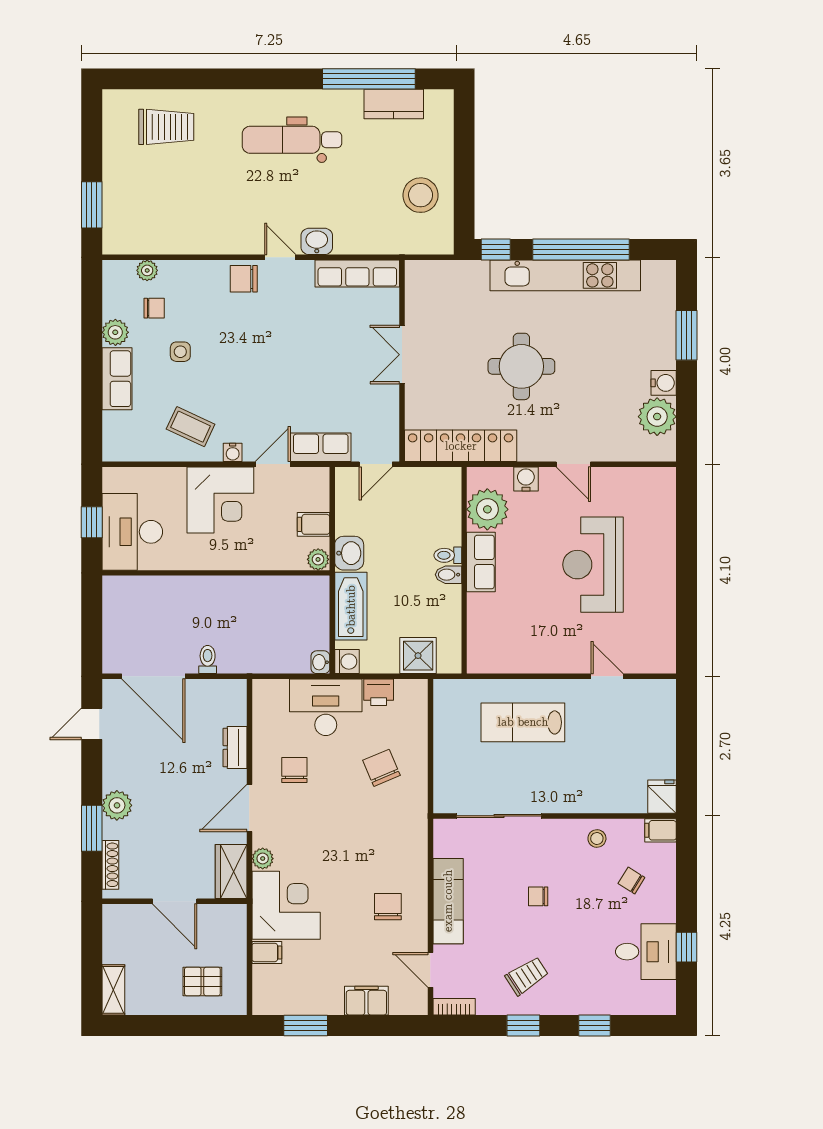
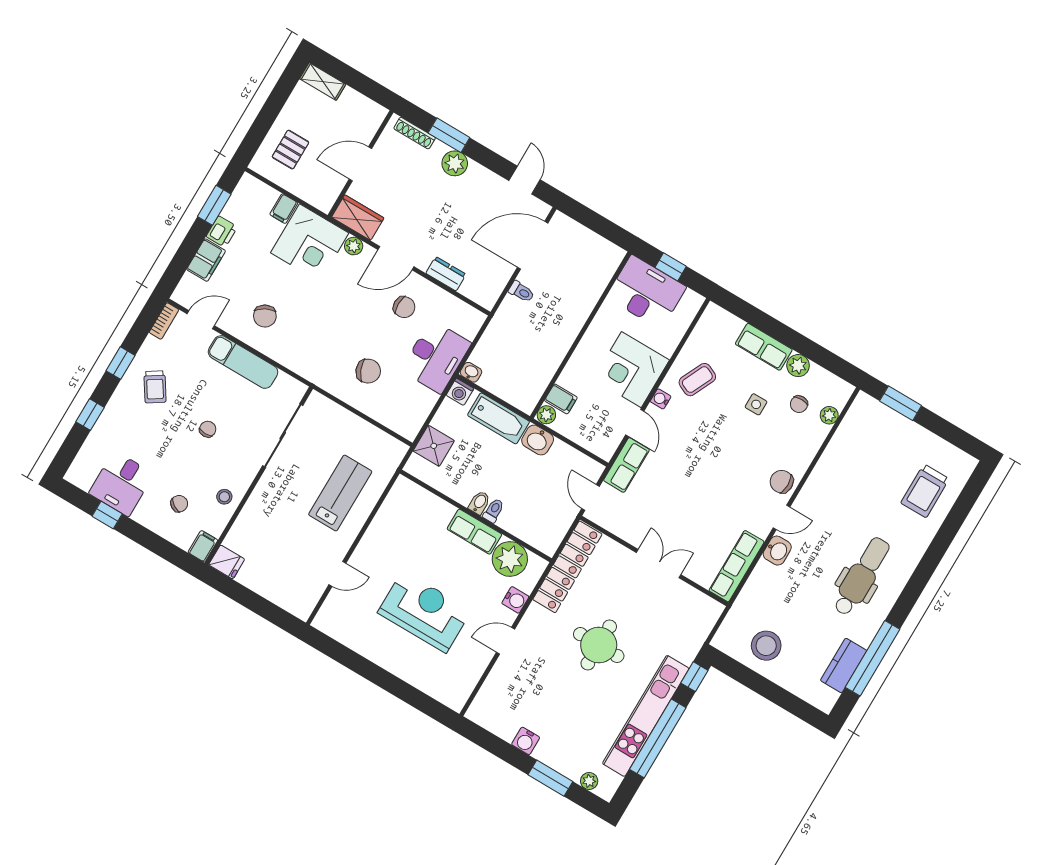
chair: (244, 279) -> (782, 482), turned -90
plant: (657, 417) -> (589, 781), moved, width x0.53, depth x0.53
filing cabinet: (314, 524) -> (561, 399), moved, turned 90
printer: (379, 692) -> (222, 232), moved, turned 180
door: (249, 808) -> (396, 258), swing flipped
chair: (388, 907) -> (265, 316), turned 62

